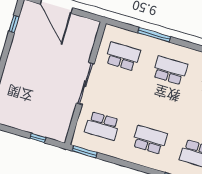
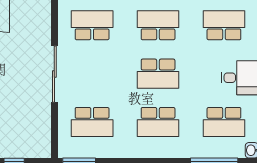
school desk: (160, 105) -> (158, 74), added
school desk: (150, 140) -> (158, 122), turned 180

